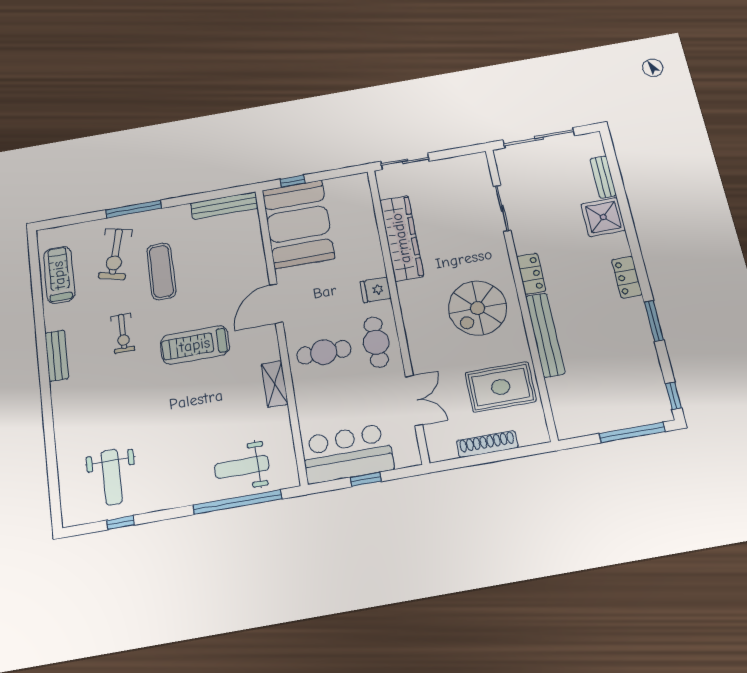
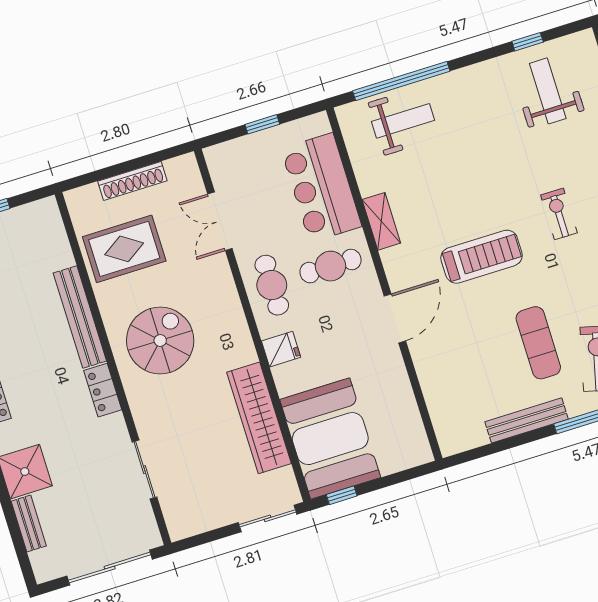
window: (293, 181) -> (342, 495), moved
bench: (224, 206) -> (527, 420), moved
booth: (298, 224) -> (330, 439), moved
exercise bike: (123, 333) -> (559, 214), moved
bar counter: (347, 454) -> (321, 188), moved, turned 90

